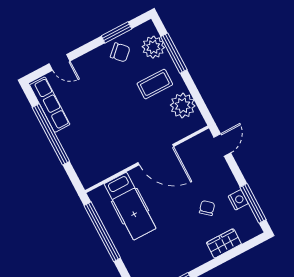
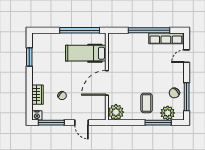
window: (116, 32) -> (187, 97), width x1.44
plant: (183, 106) -> (116, 112), moved
door: (222, 145) -> (82, 123), moved
nightstand: (238, 200) -> (37, 115), moved

